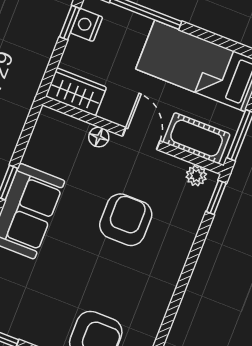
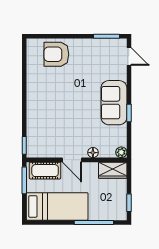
nightstand: (86, 25) -> (120, 205), removed
plant: (196, 176) -> (121, 152), moved
armchair: (126, 220) -> (64, 117), removed

